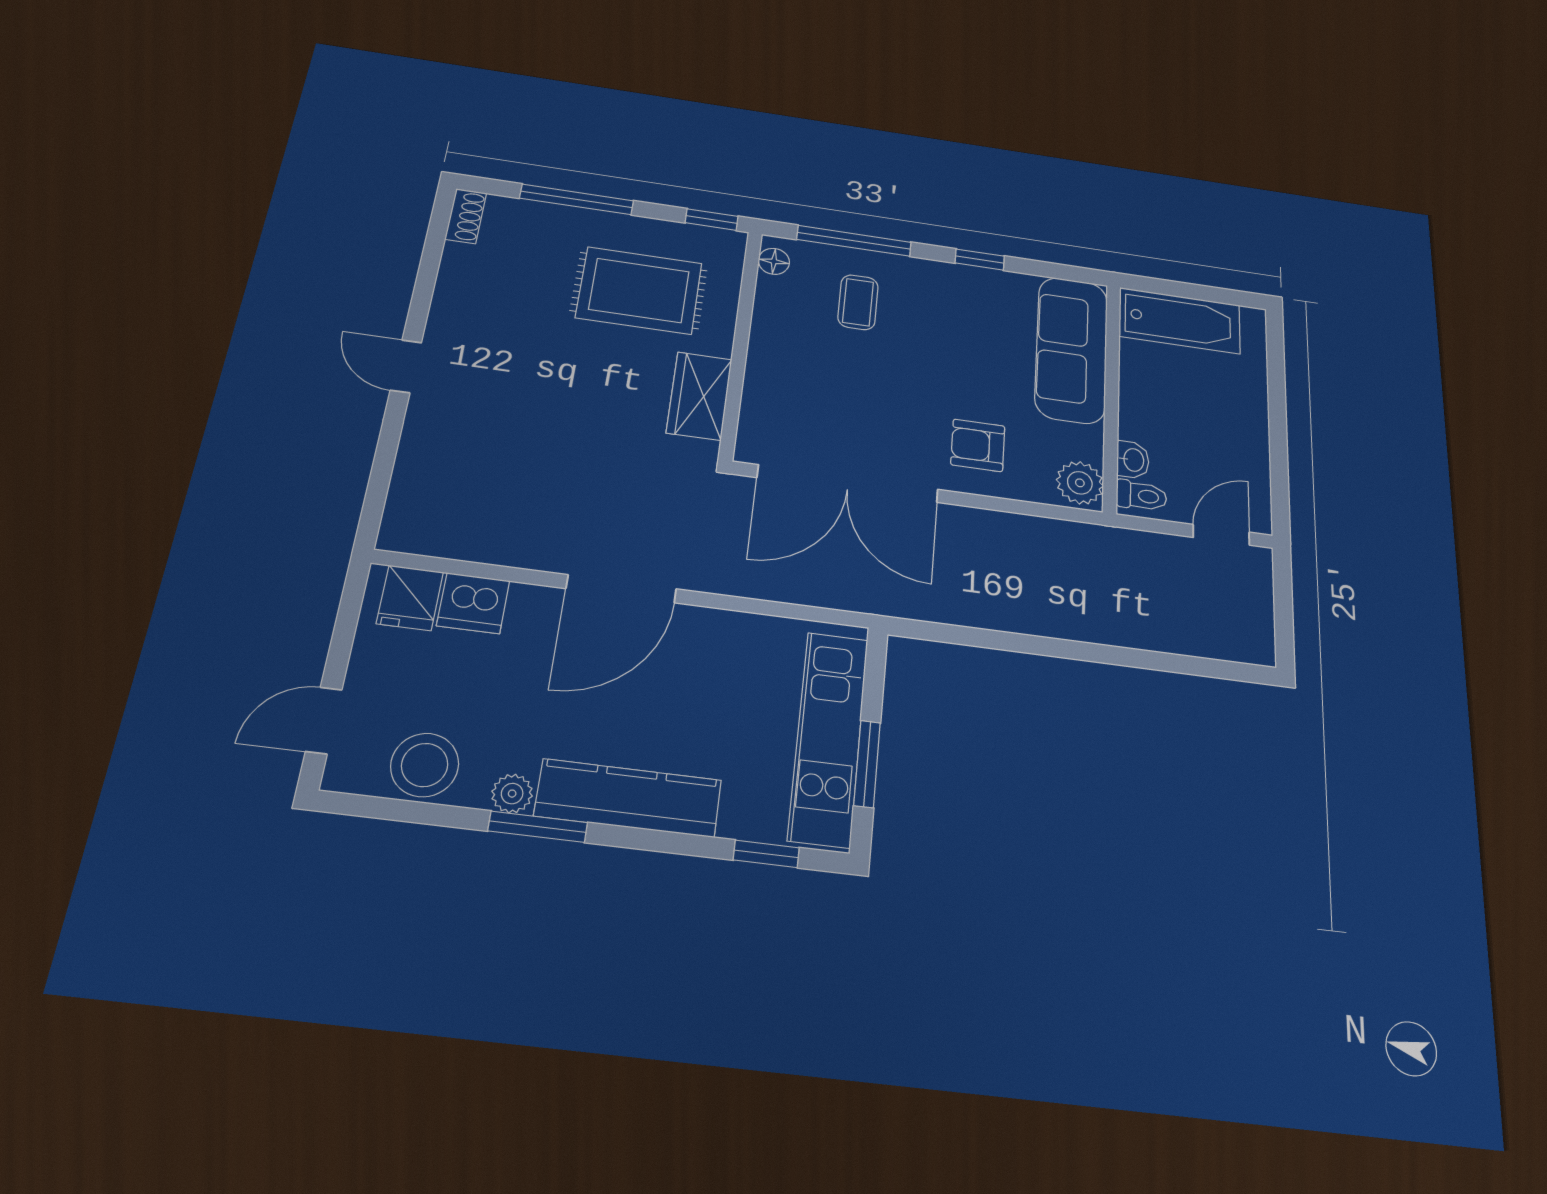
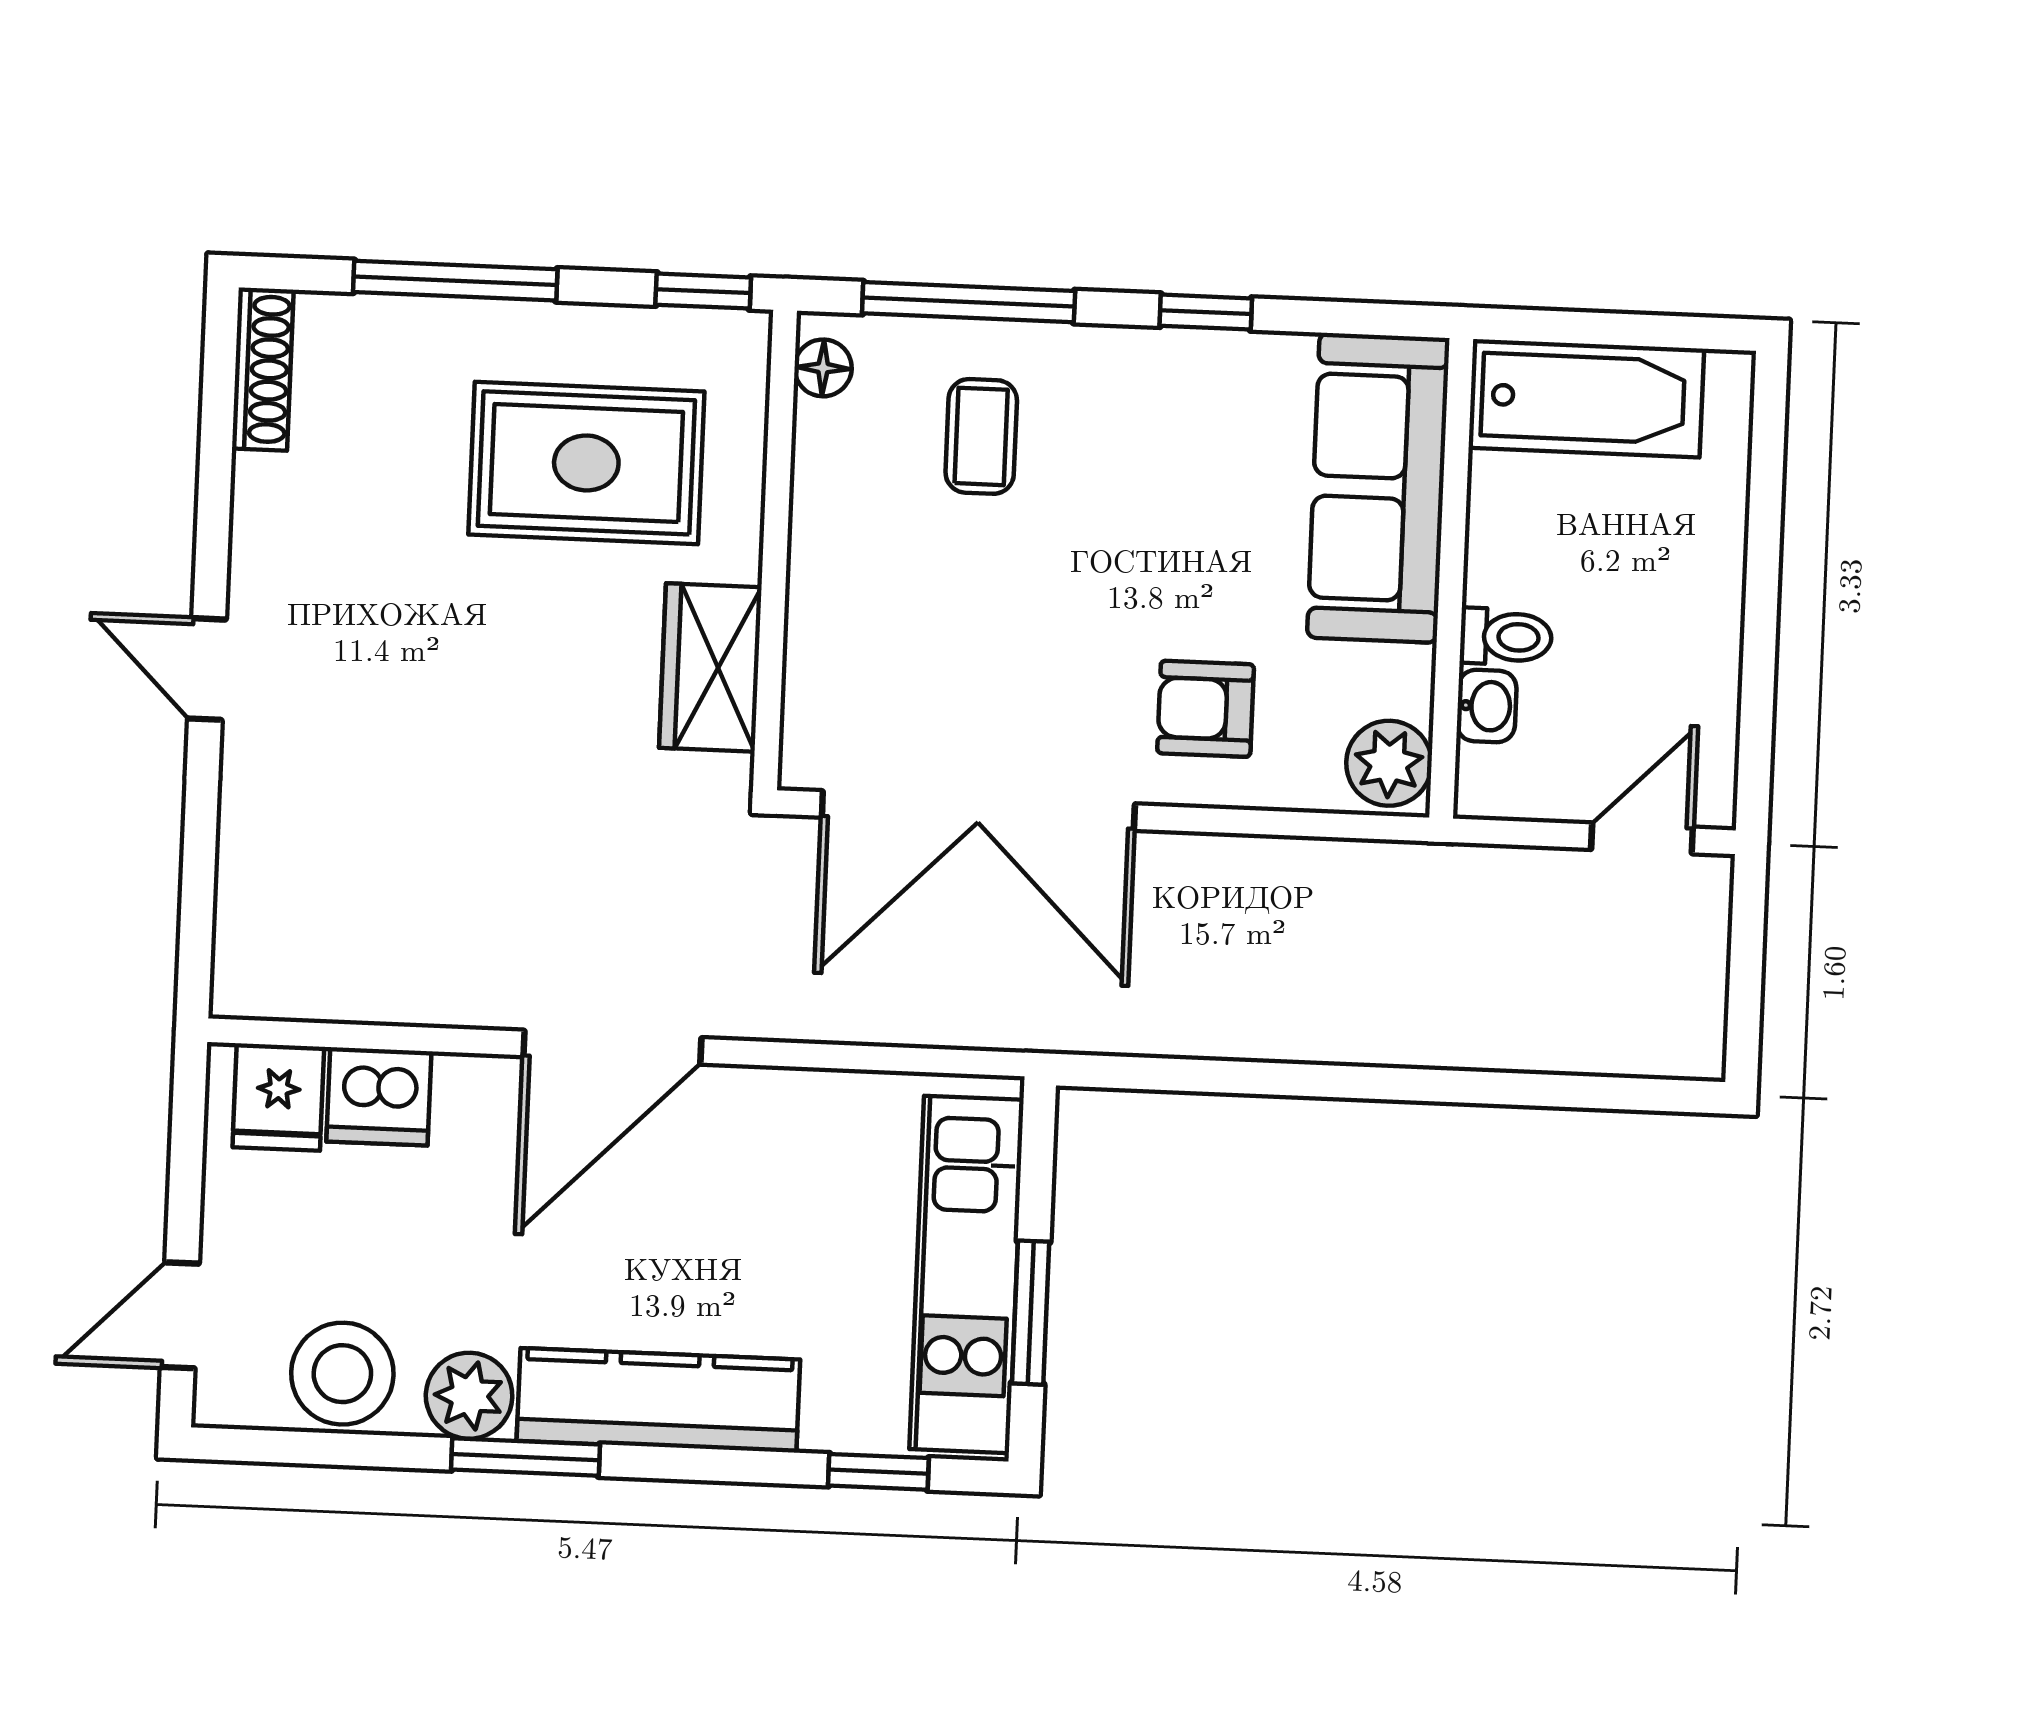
shoe rack: (466, 216) -> (263, 369), width x1.43
toilet: (1141, 496) -> (1506, 637), moved
plant: (512, 794) -> (469, 1396), width x1.38, depth x1.38

